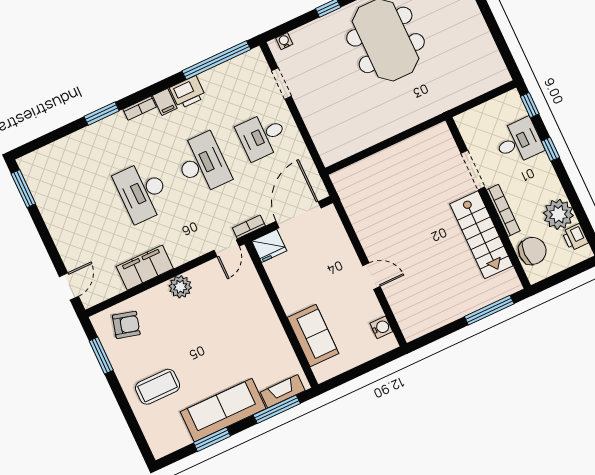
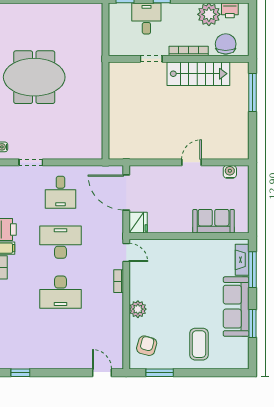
doorway: (473, 170) -> (151, 59), width x0.73
window: (23, 189) -> (20, 373), width x0.67
bookcase: (249, 227) -> (119, 281), moved
filing cabinet: (145, 268) -> (113, 315), removed
plant: (180, 287) -> (138, 309), moved

